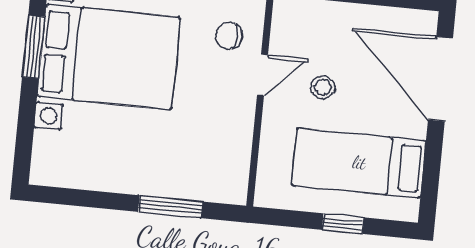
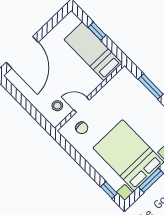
stool: (323, 87) -> (57, 106), moved
bed: (359, 163) -> (93, 51), moved, turned 180

